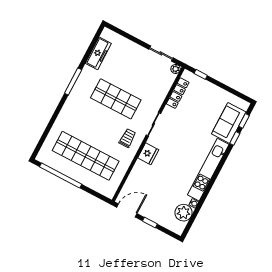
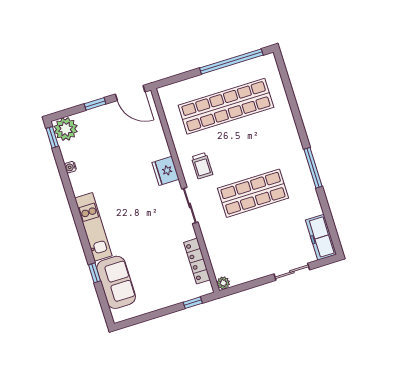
freezer: (98, 53) -> (321, 237), moved
sliding door: (161, 53) -> (292, 272), moved
window: (244, 121) -> (52, 137), moved
kitchen unit: (208, 170) -> (93, 227), width x0.73
door: (127, 210) -> (130, 93), hinge flipped
plant: (184, 213) -> (66, 129), moved

